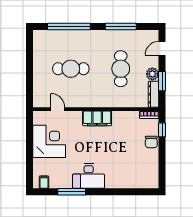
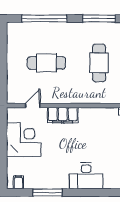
door: (58, 109) -> (33, 106), hinge flipped
filing cabinet: (97, 118) -> (63, 115), moved
desk: (89, 176) -> (86, 176), moved

